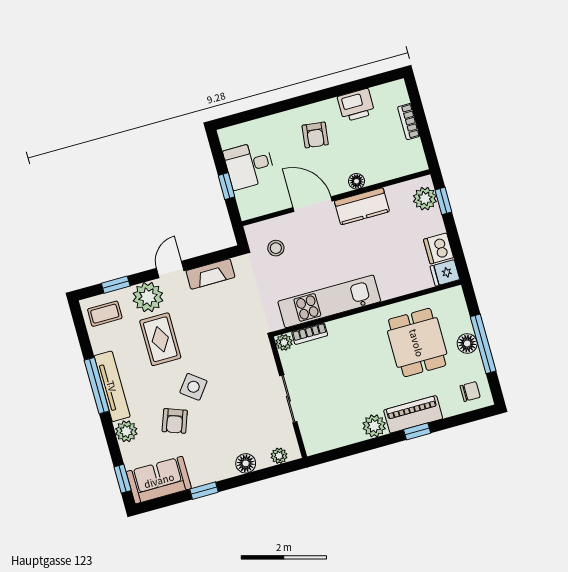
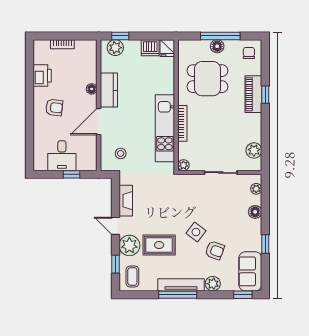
bookcase: (310, 334) -> (182, 123), moved, width x1.56
plant: (374, 426) -> (254, 150), moved

